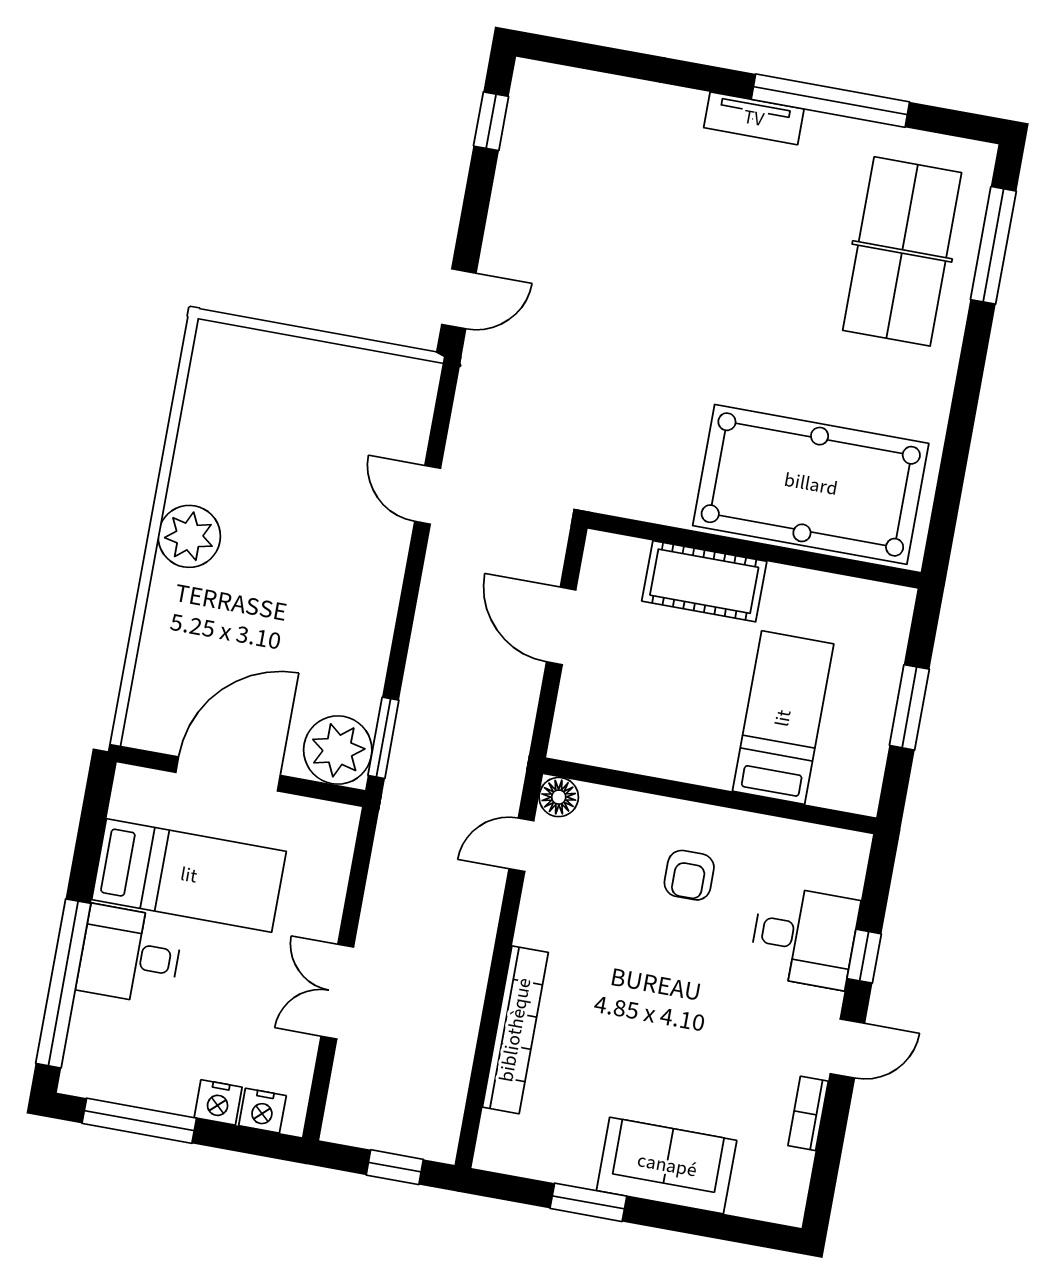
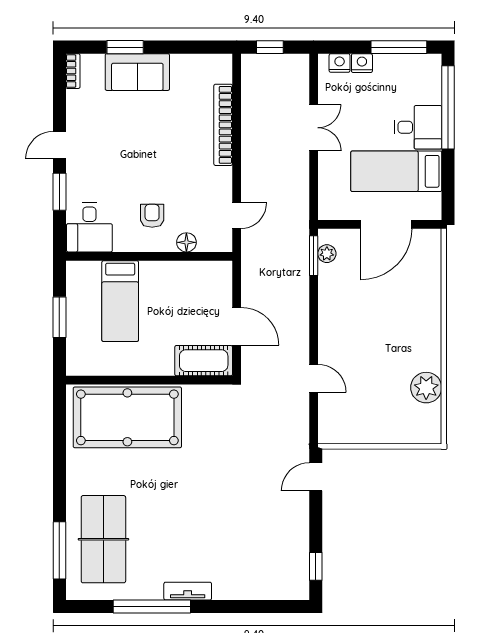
plant: (189, 536) -> (426, 388), moved
cot: (704, 581) -> (204, 361), moved
plant: (338, 750) -> (327, 254), width x0.53, depth x0.53
floor lamp: (559, 797) -> (186, 242), moved
desk: (804, 937) -> (89, 228), moved, turned -90
window: (864, 956) -> (59, 192), width x1.50
bookcase: (808, 1113) -> (73, 71), moved
window: (588, 1202) -> (125, 47), moved

